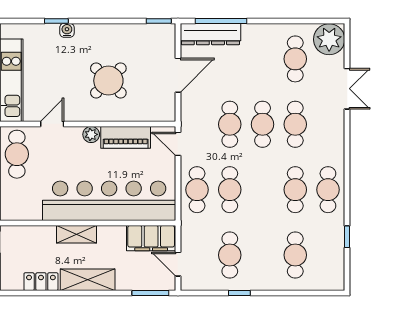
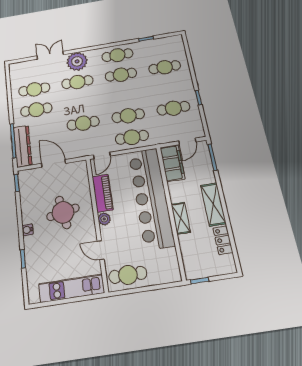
water cooler: (67, 30) -> (27, 230), moved
plant: (329, 39) -> (77, 61), moved
round table: (108, 81) -> (63, 212), turned 35
cafe table: (263, 124) -> (36, 110), moved

